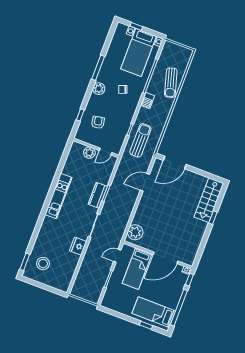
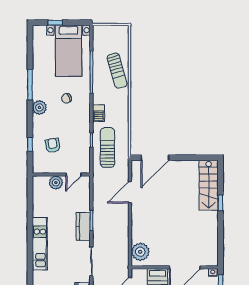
barbecue: (147, 101) -> (99, 113), moved

